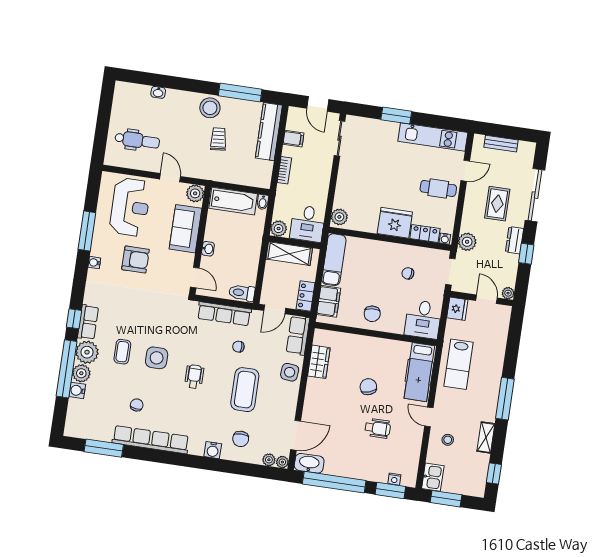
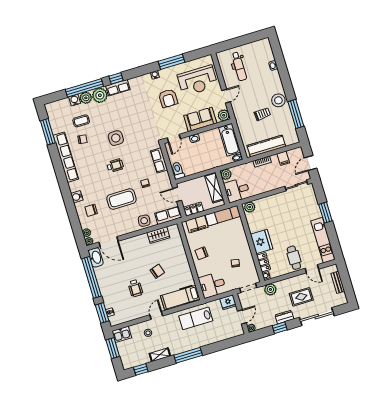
kitchen counter: (269, 132) -> (266, 146), moved
row of seats: (224, 314) -> (159, 160), width x0.68
coffee table: (122, 352) -> (81, 121), moved

